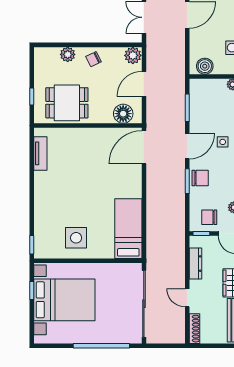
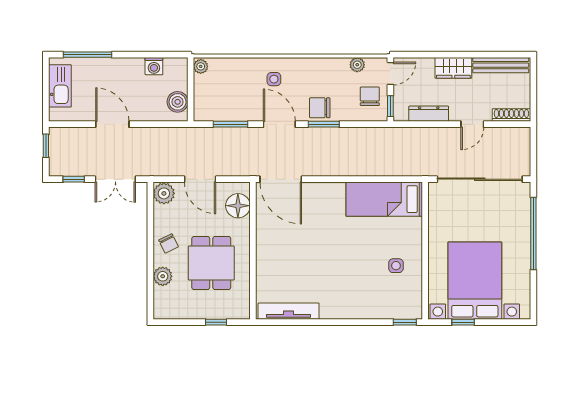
dining table: (67, 103) -> (211, 263), moved
tv unit: (40, 153) -> (289, 311), width x1.41
chair: (200, 178) -> (320, 108), turned -90
chair: (209, 217) -> (370, 96), turned 180
side table: (76, 238) -> (396, 266), width x0.54, depth x0.54

